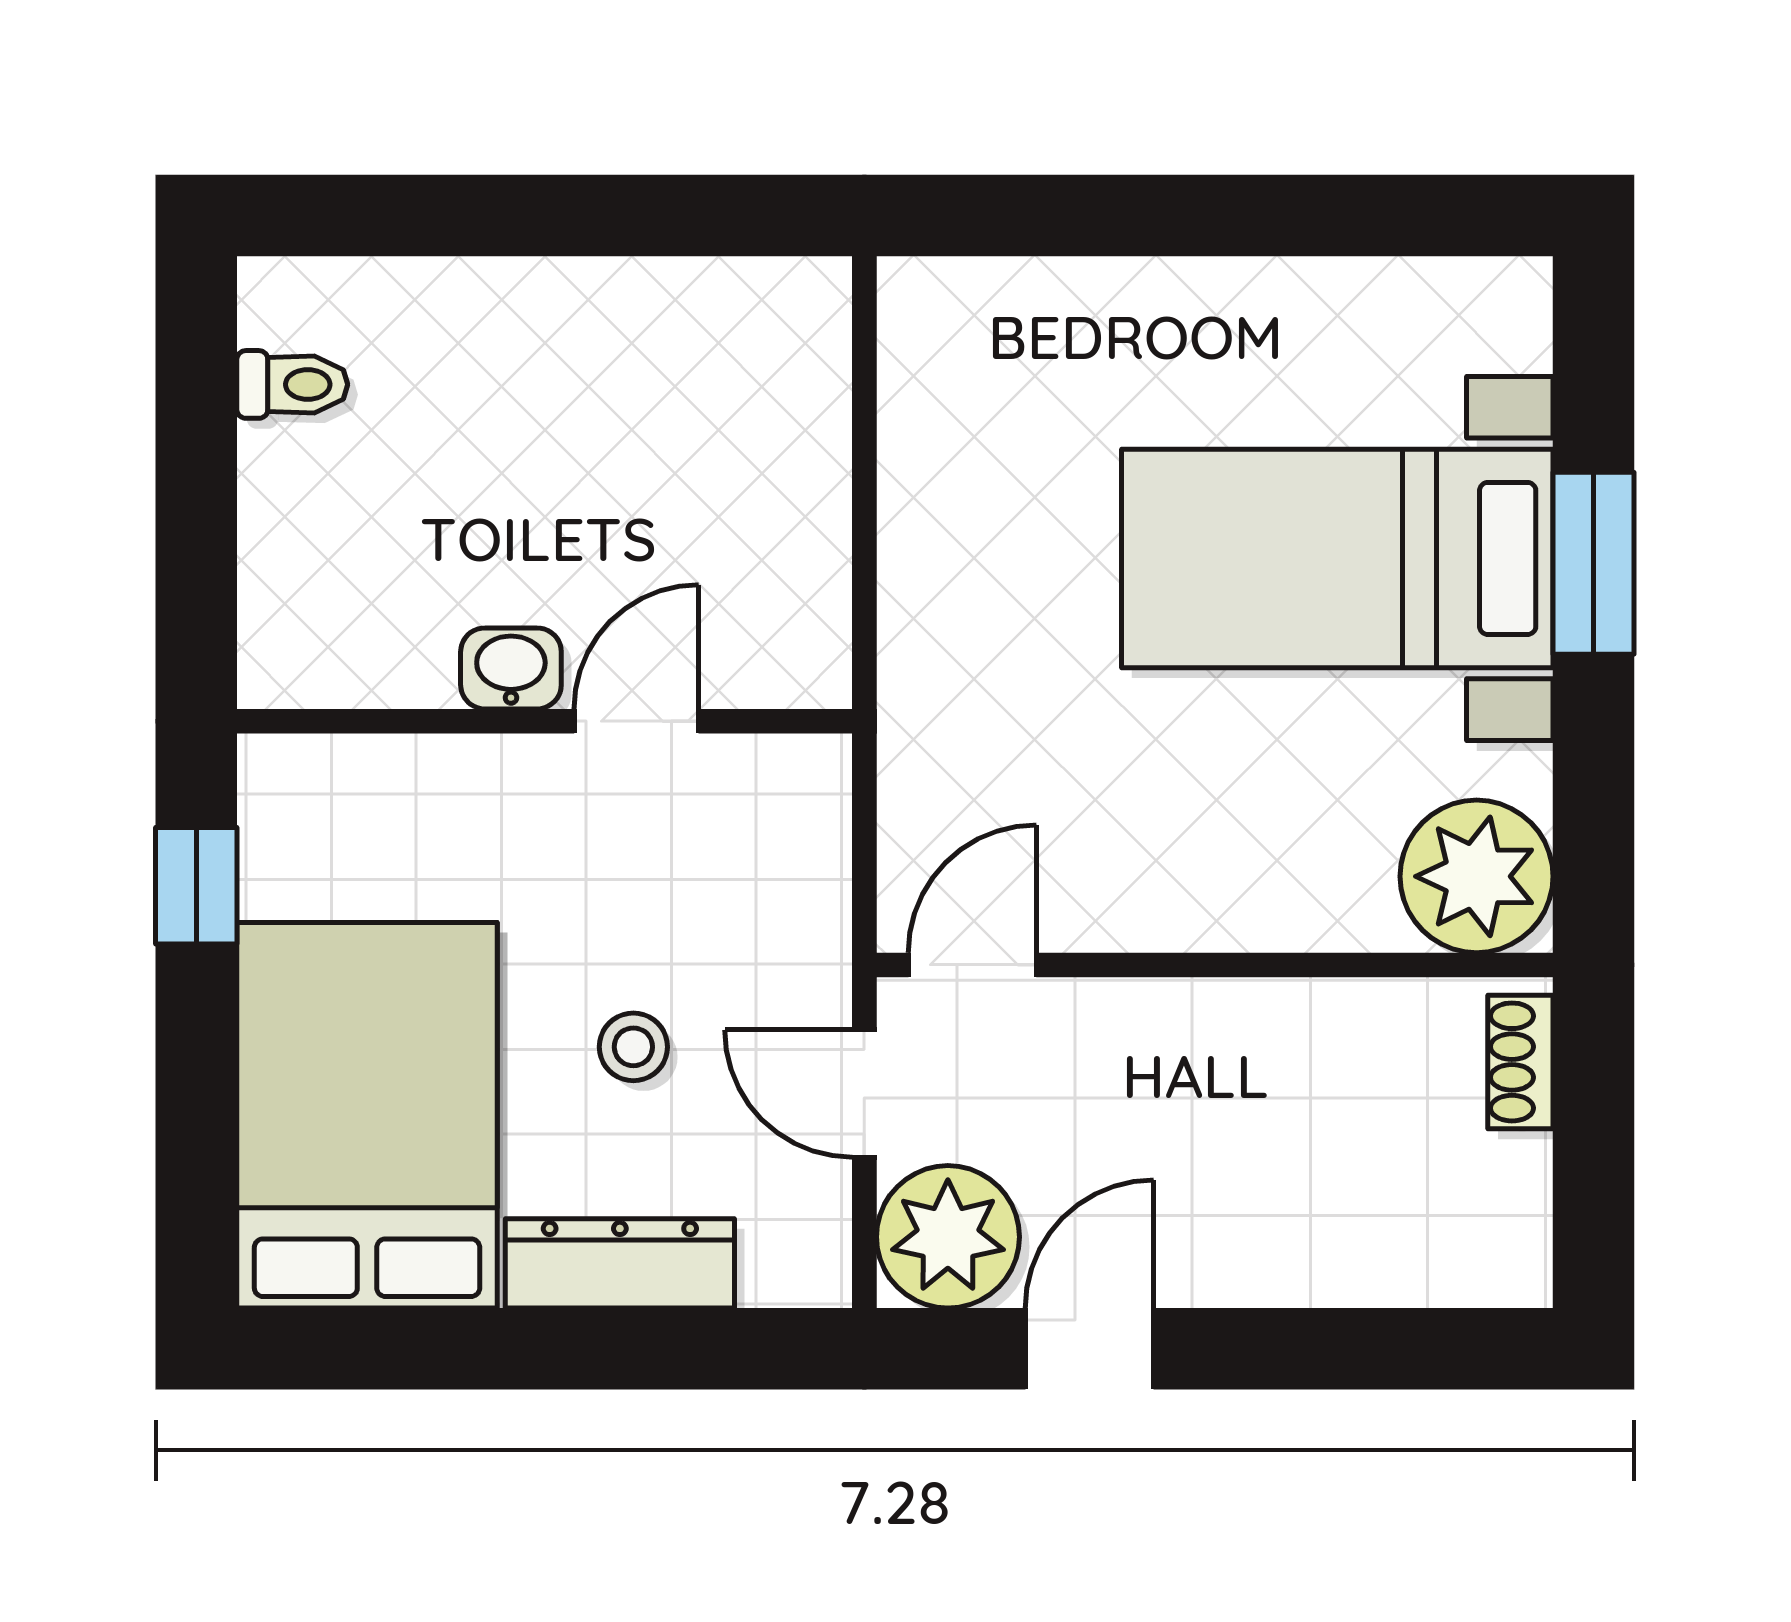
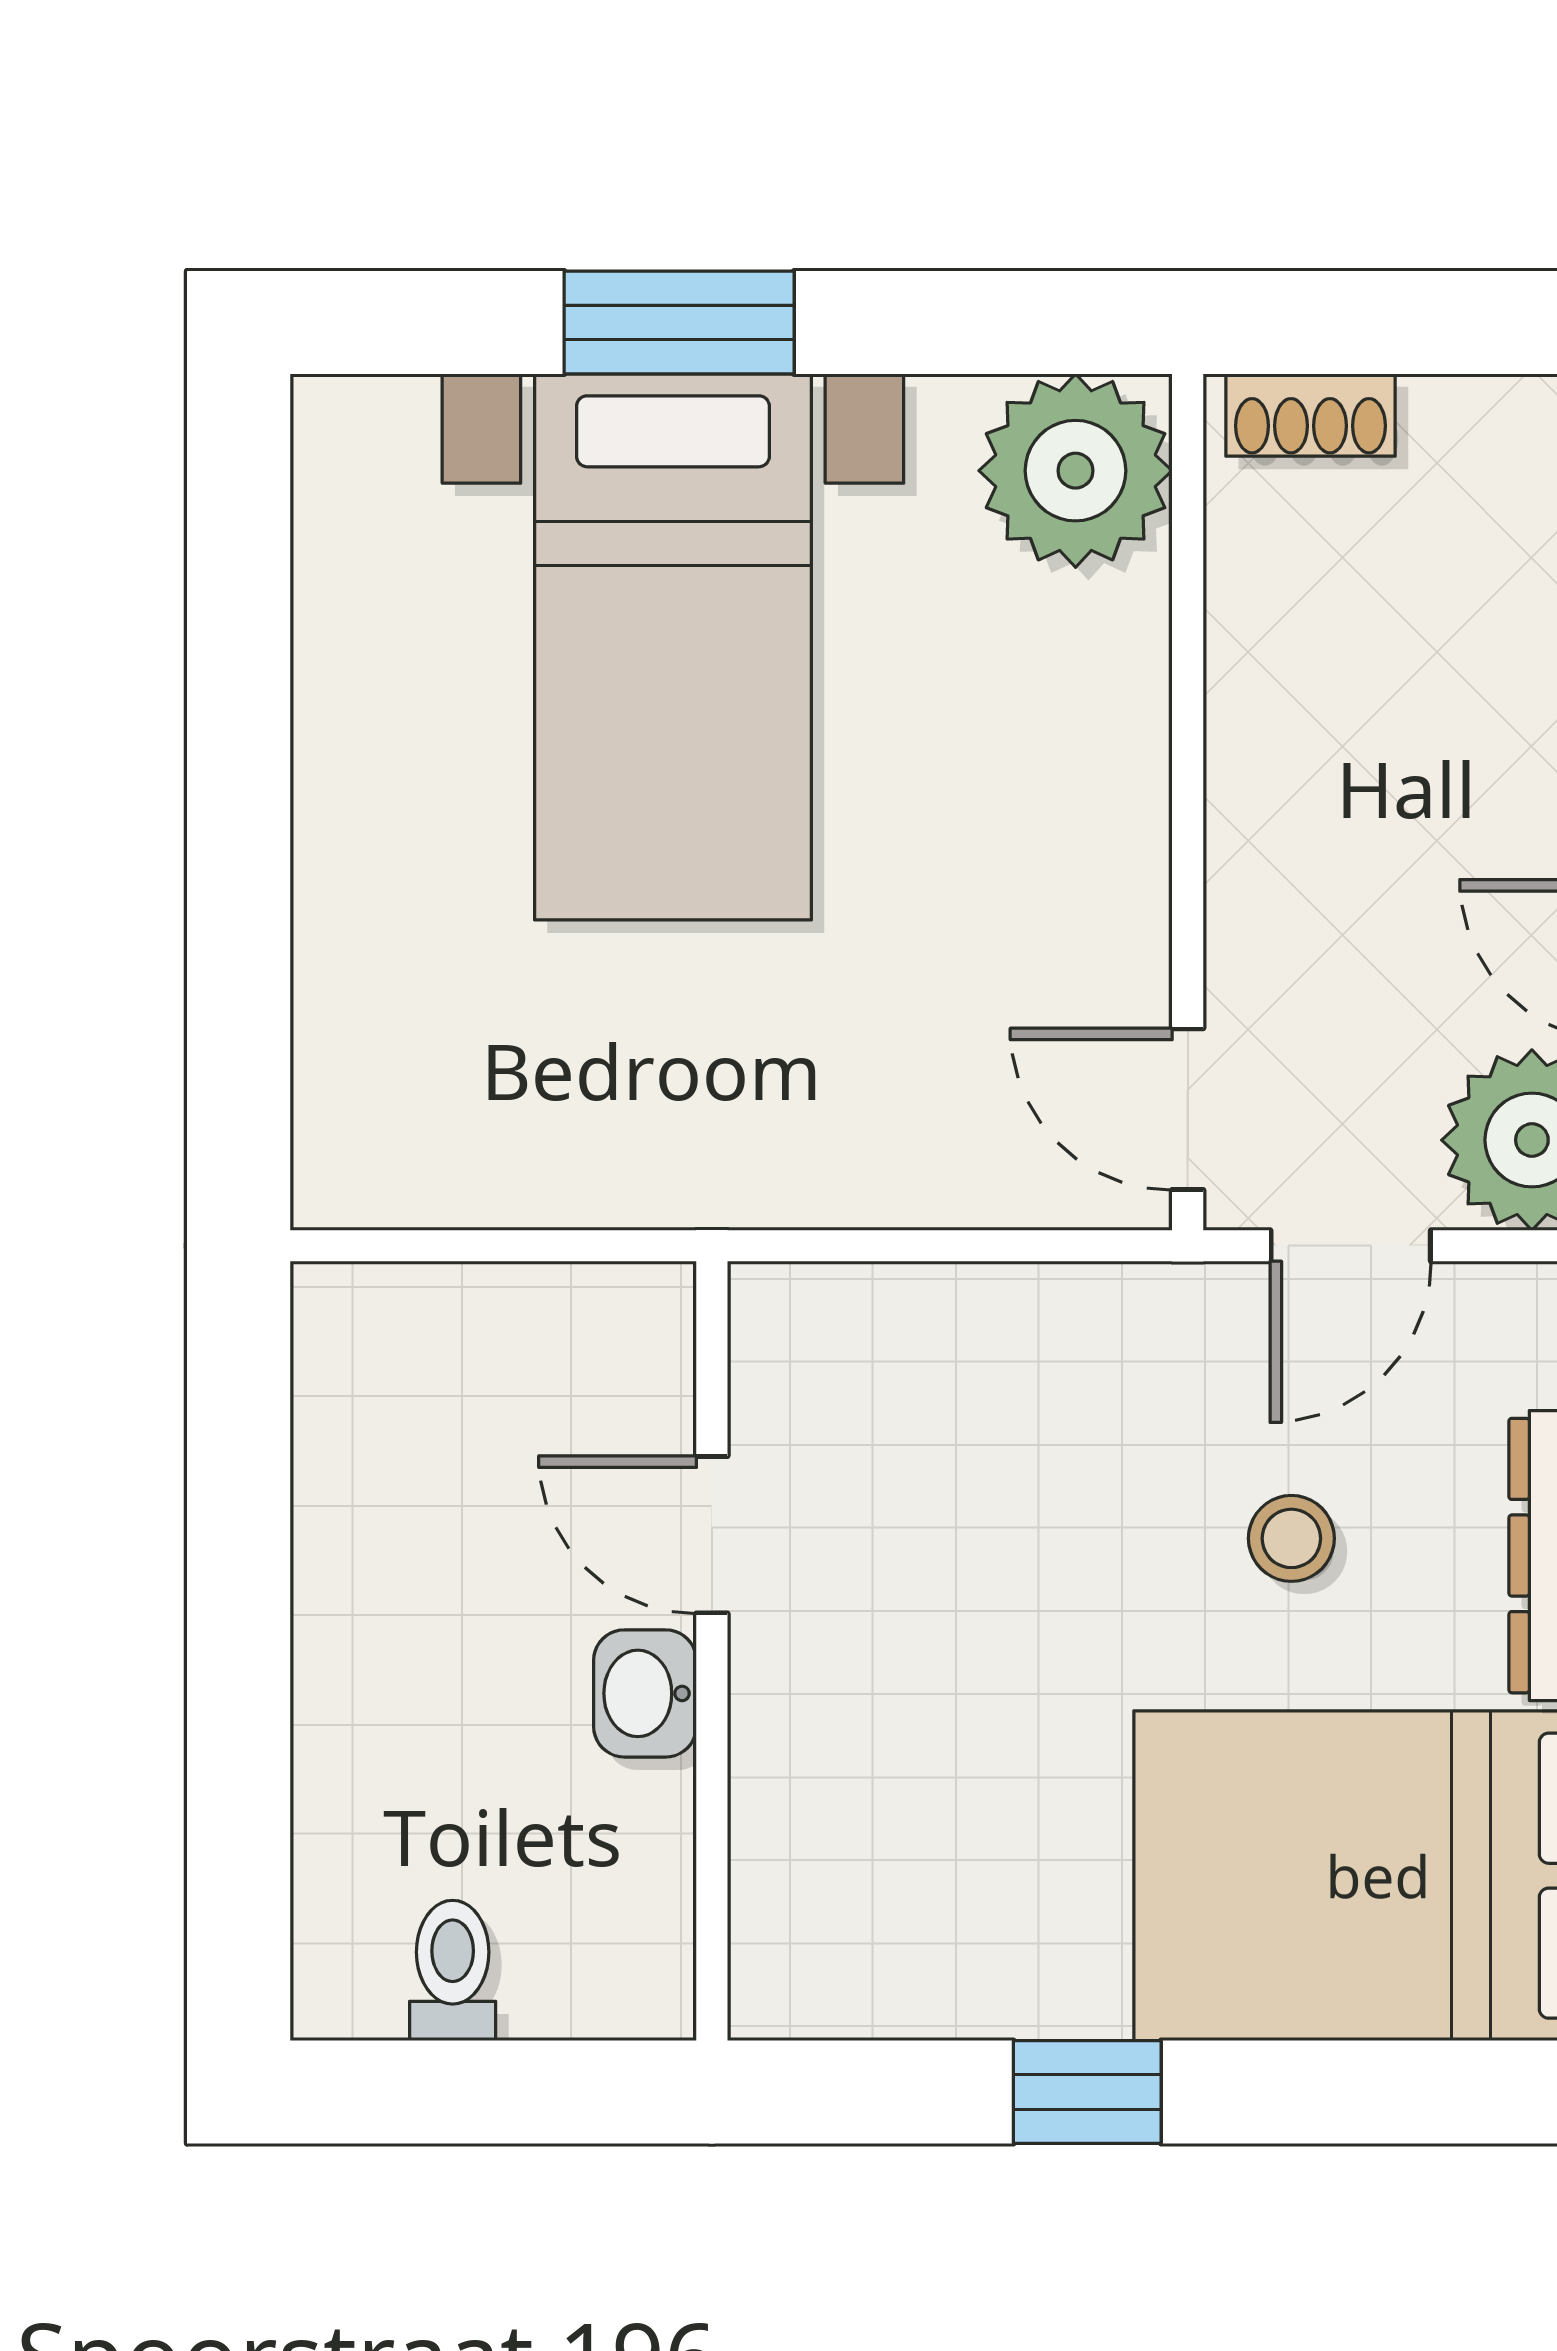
washbasin: (511, 668) -> (645, 1693), moved
wall: (545, 721) -> (712, 1651), moved
door: (636, 721) -> (712, 1535), moved

